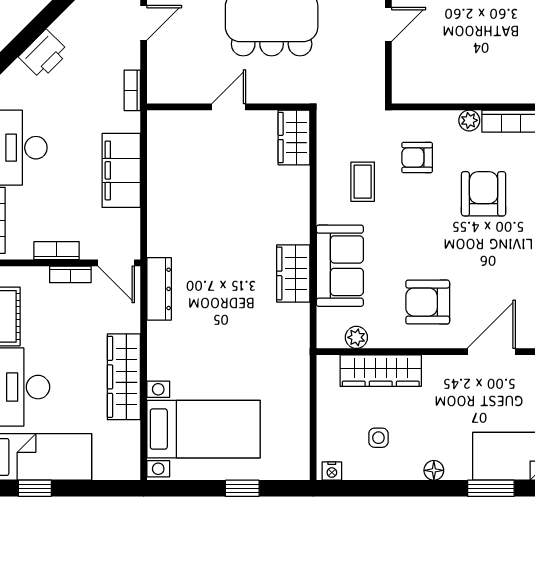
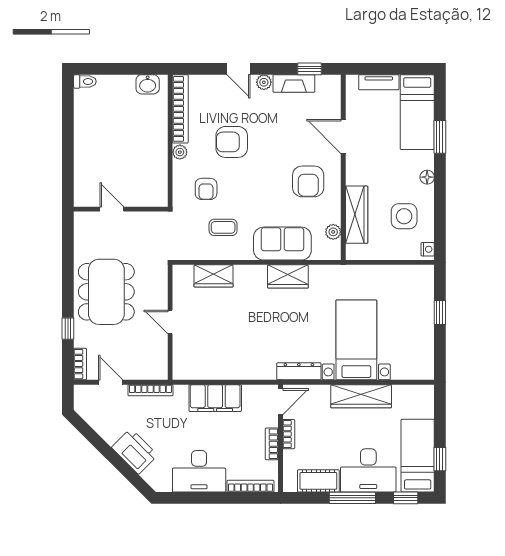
printer: (44, 54) -> (135, 451), width x1.37, depth x1.19
bookcase: (132, 90) -> (150, 390), width x1.56
wardrobe: (294, 137) -> (214, 276), moved
bed with nightstands: (204, 429) -> (356, 340), moved
side table: (378, 438) -> (404, 216), width x1.87, depth x1.87

